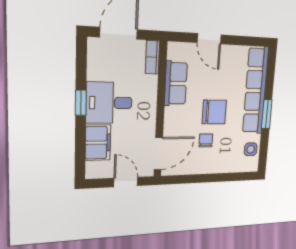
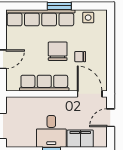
bookcase: (152, 57) -> (18, 101), removed
row of seats: (176, 83) -> (44, 83), width x1.48

